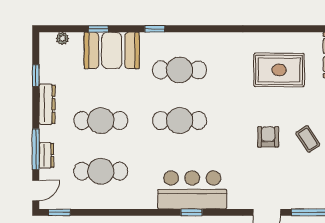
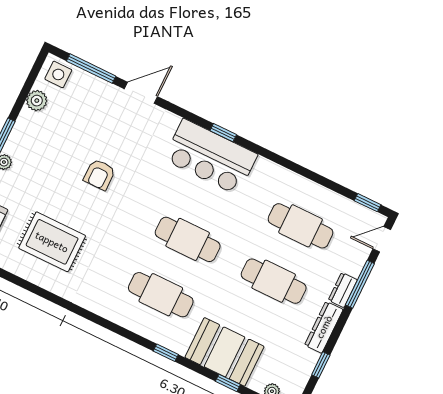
coffee table: (308, 139) -> (57, 151), removed
dresser: (46, 155) -> (343, 290), moved

